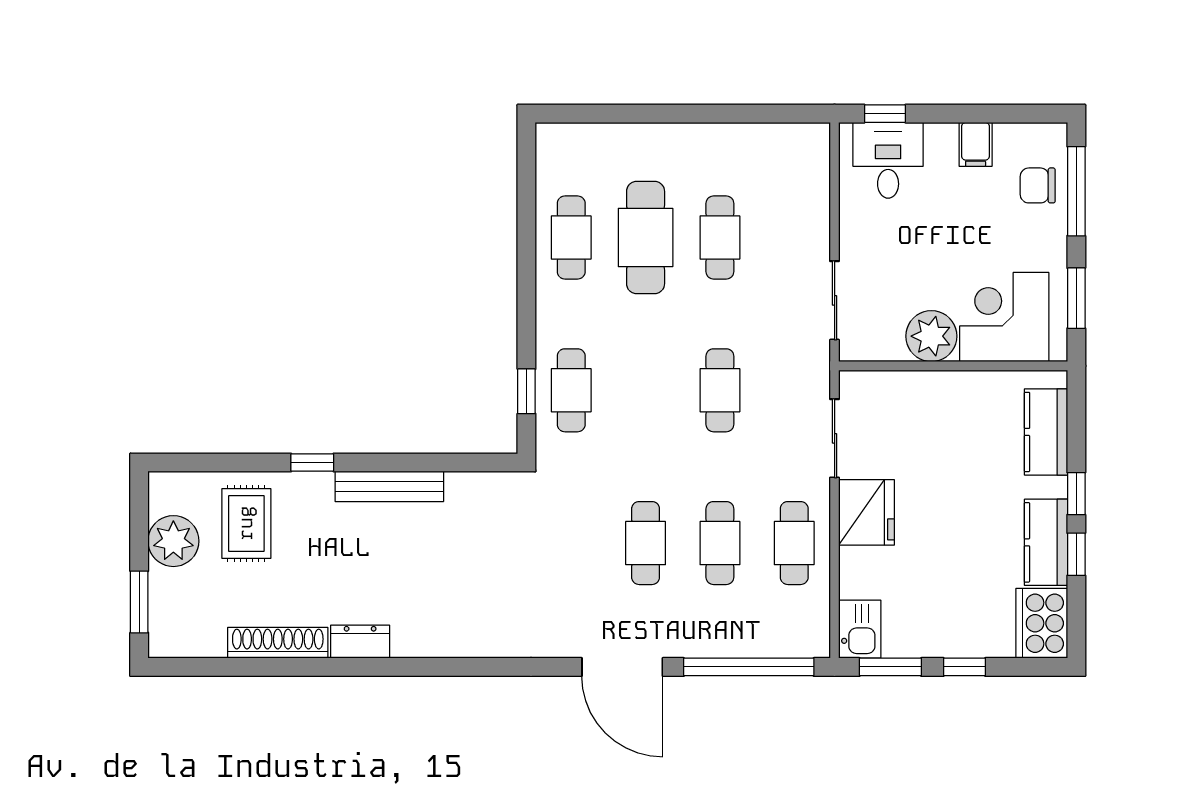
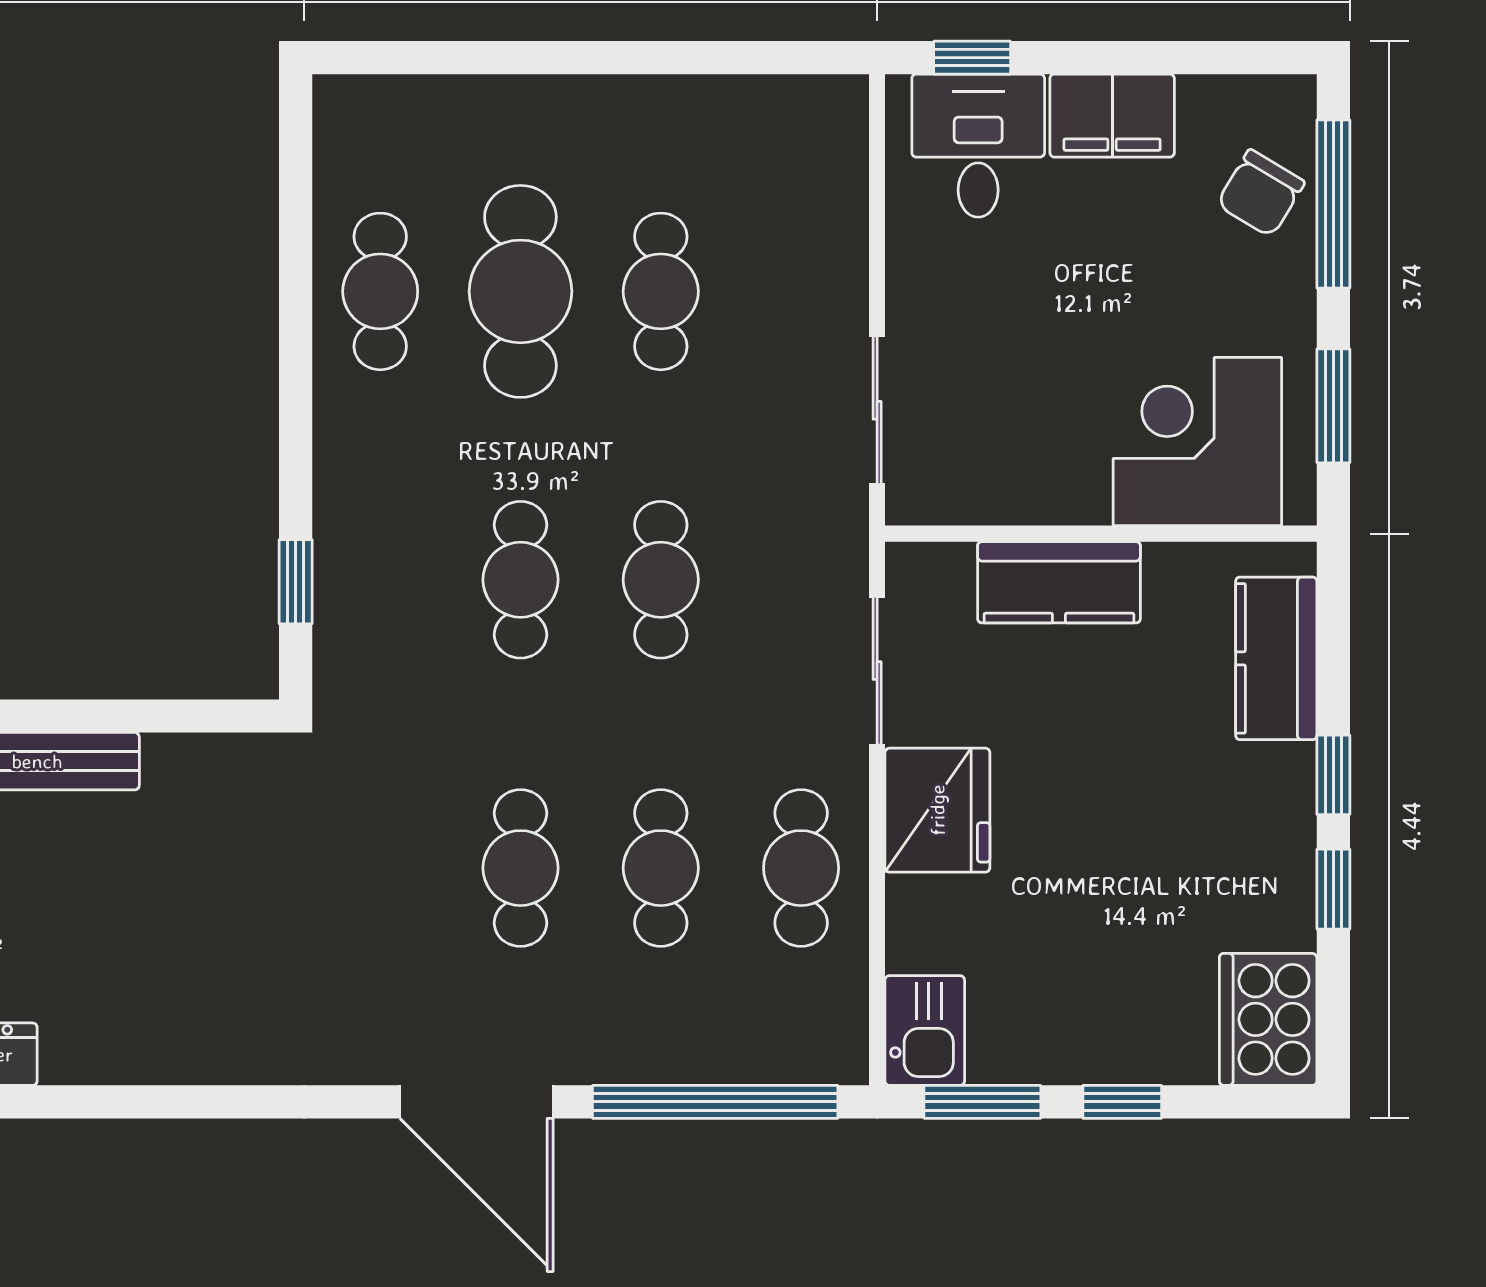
filing cabinet: (976, 144) -> (1112, 116), width x2.00
chair: (1038, 185) -> (1261, 193), turned -59
plant: (931, 336) -> (1060, 478), removed
cafe table: (571, 390) -> (520, 580), moved
kitchen counter: (1046, 542) -> (1059, 582), moved, turned -90

